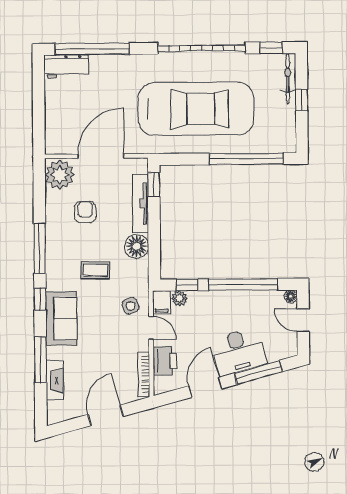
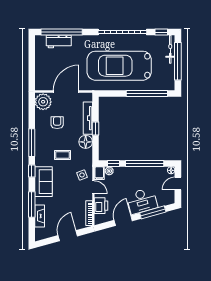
workbench: (66, 66) -> (59, 42), moved
window: (302, 100) -> (178, 61), width x3.17
car: (196, 109) -> (119, 66), turned 180
window: (154, 185) -> (95, 129), moved
door: (303, 320) -> (178, 184), hinge flipped

